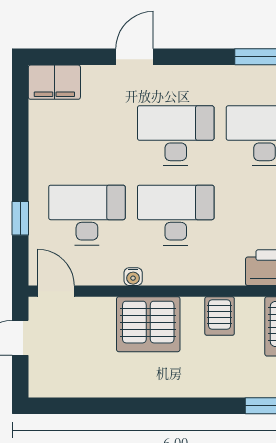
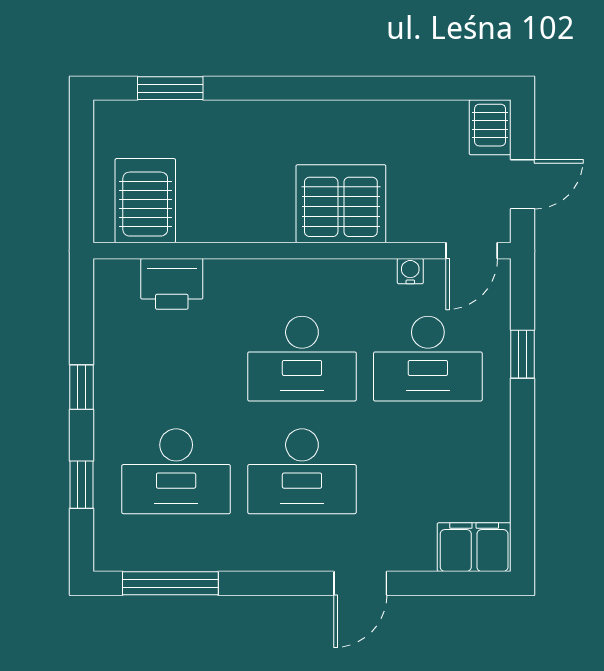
water cooler: (133, 277) -> (410, 271), moved
door: (56, 291) -> (472, 251), hinge flipped
server rack: (220, 316) -> (490, 127), moved, turned 180

